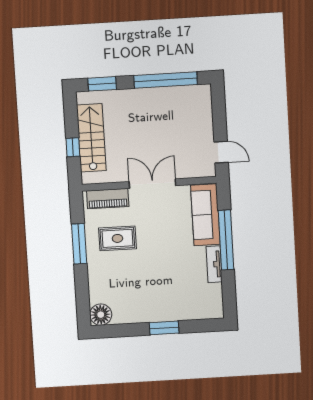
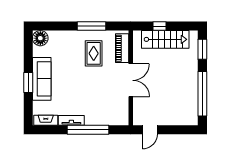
sofa: (205, 215) -> (42, 79), moved, turned 90
fireplace: (216, 300) -> (46, 120), added

